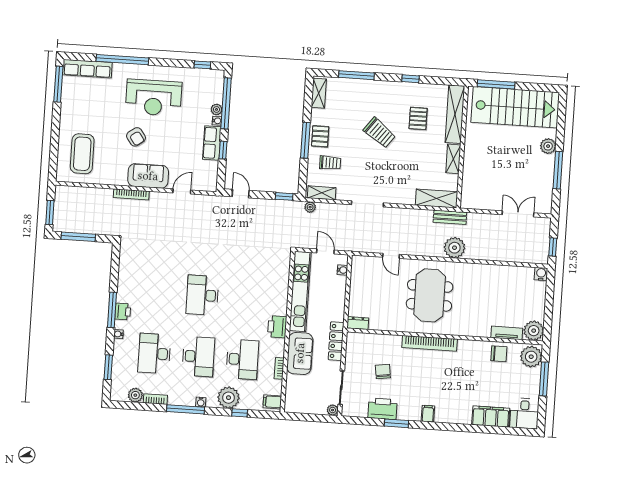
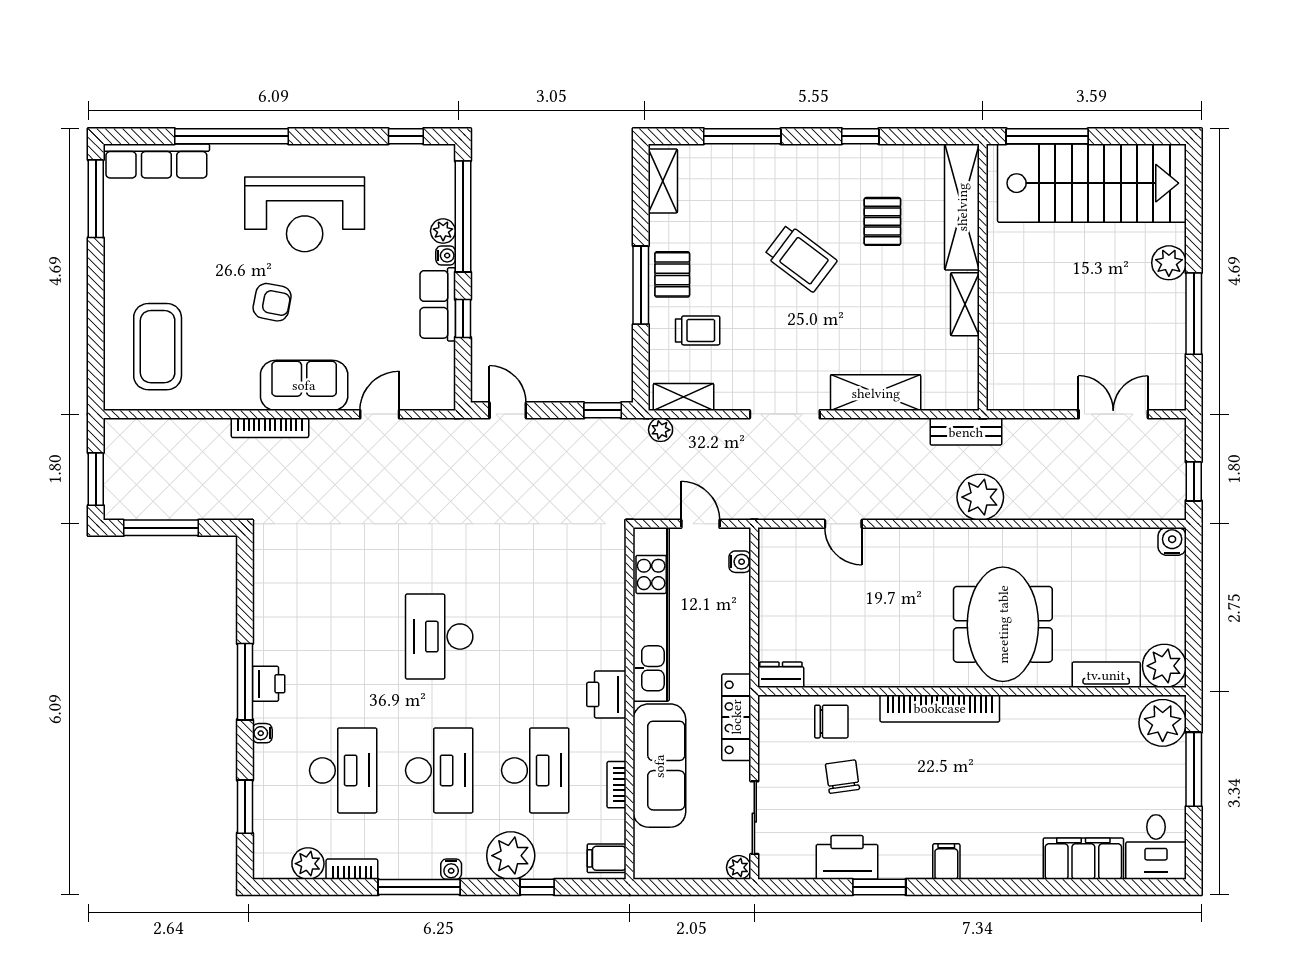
armchair: (136, 137) -> (272, 302), turned -43
shelving: (436, 198) -> (876, 393), moved
meeting table: (430, 295) -> (1003, 624), moved
sofa: (300, 353) -> (659, 766), width x1.36
desk: (154, 354) -> (343, 770), turned 180
chair: (499, 354) -> (831, 722), moved

